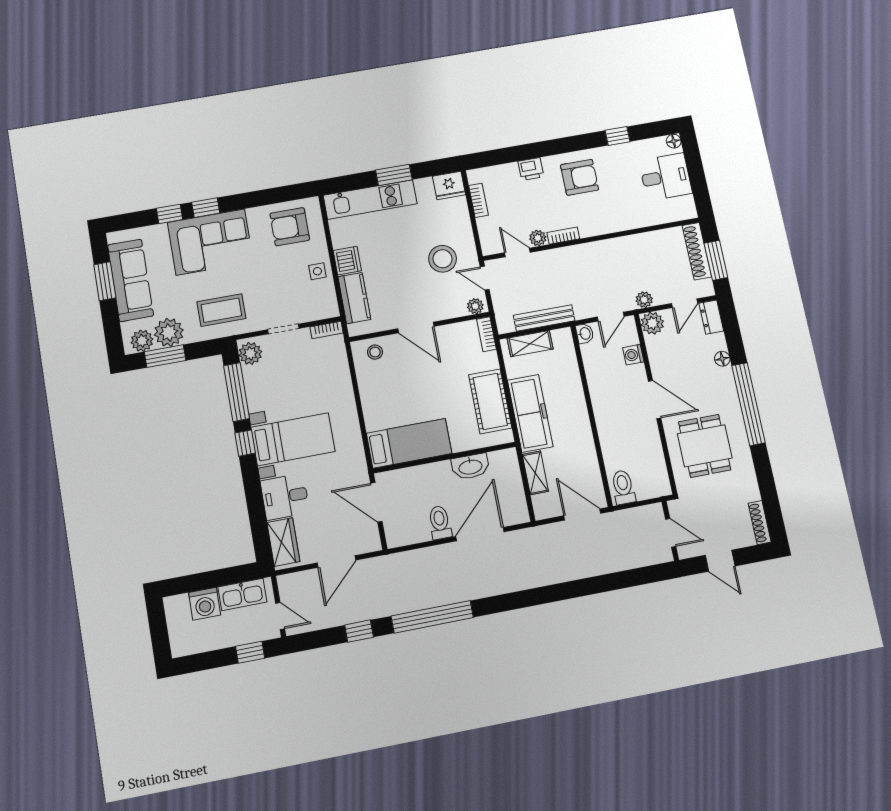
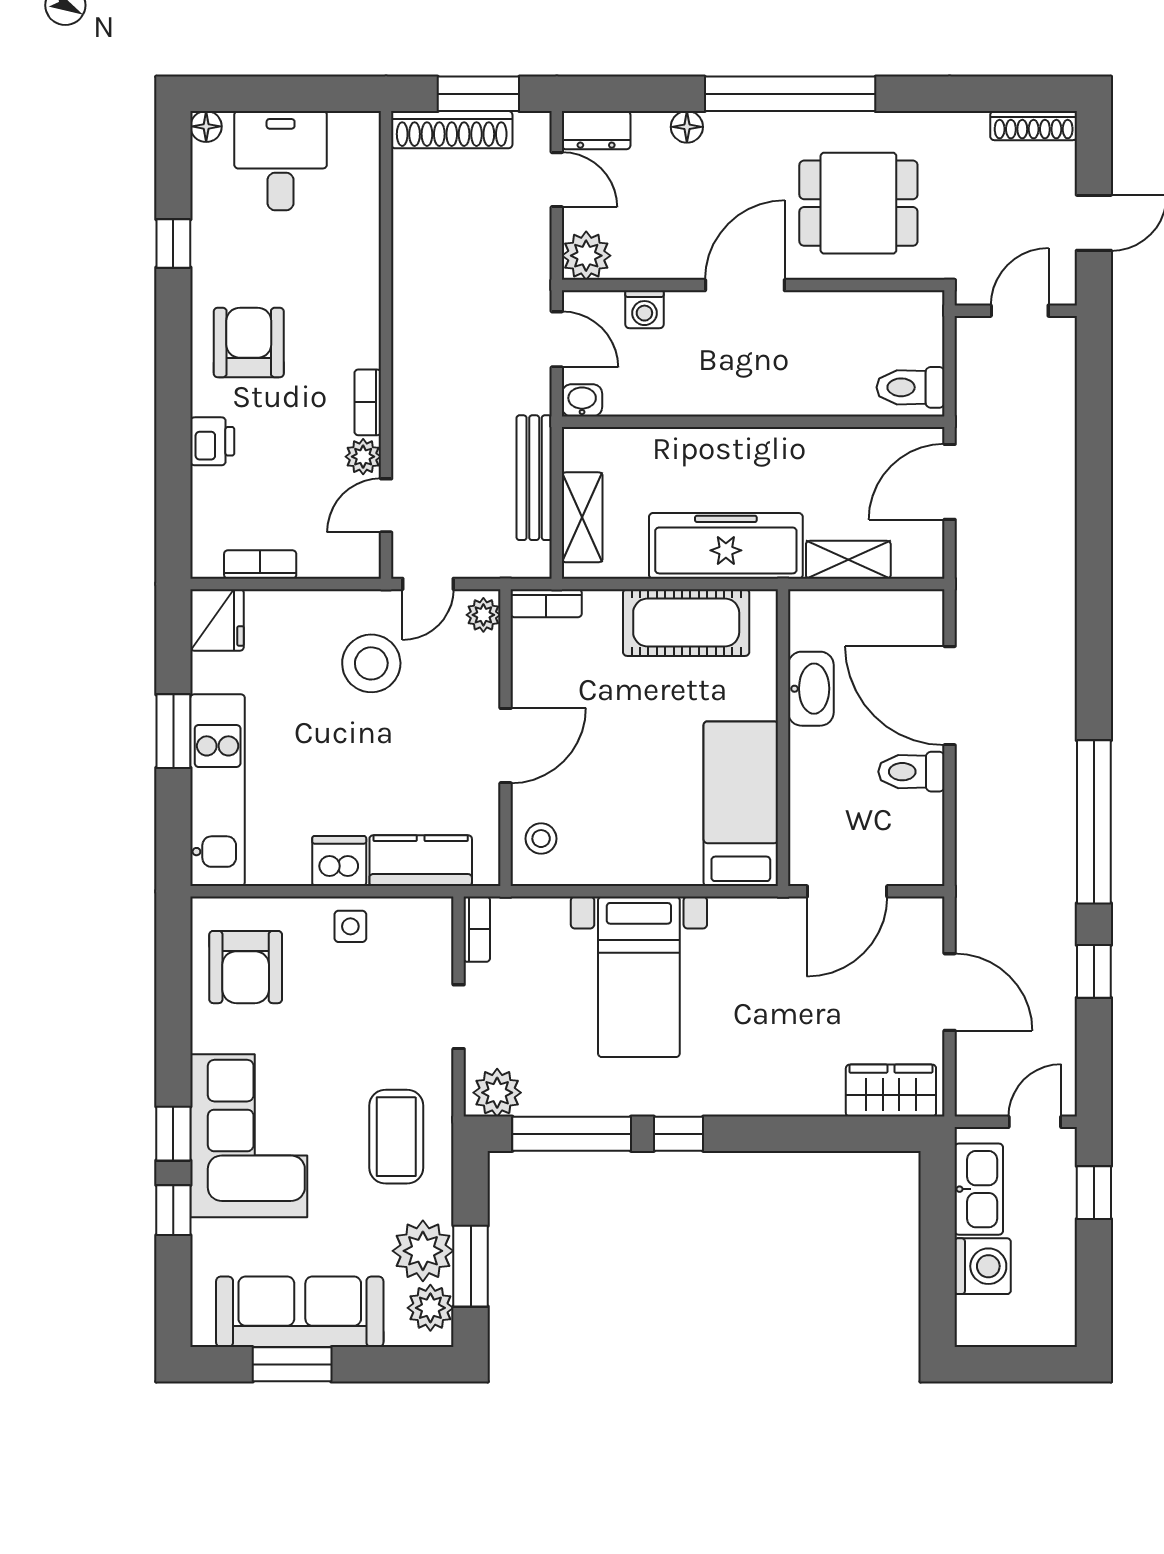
plant: (644, 300) -> (534, 262), removed
bed with nightstands: (293, 439) -> (639, 977), moved, turned 180
desk: (285, 497) -> (801, 1072), removed

